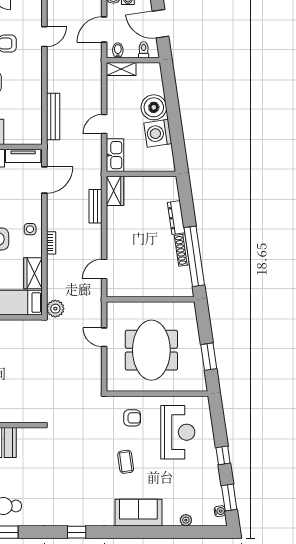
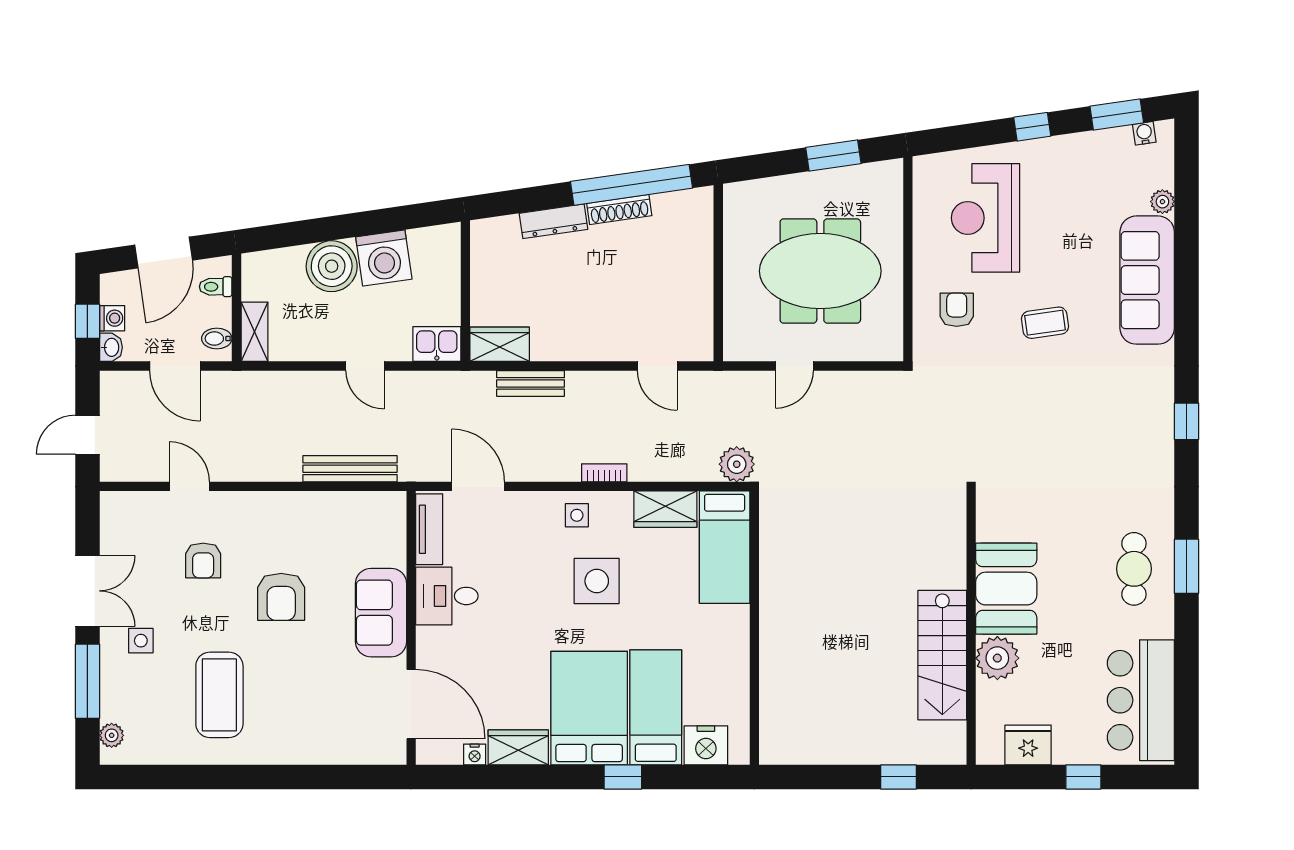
kitchen sink: (115, 155) -> (437, 344), width x0.73
reception desk: (178, 432) -> (986, 218), turned -90
sofa: (138, 513) -> (1147, 280), width x1.36

